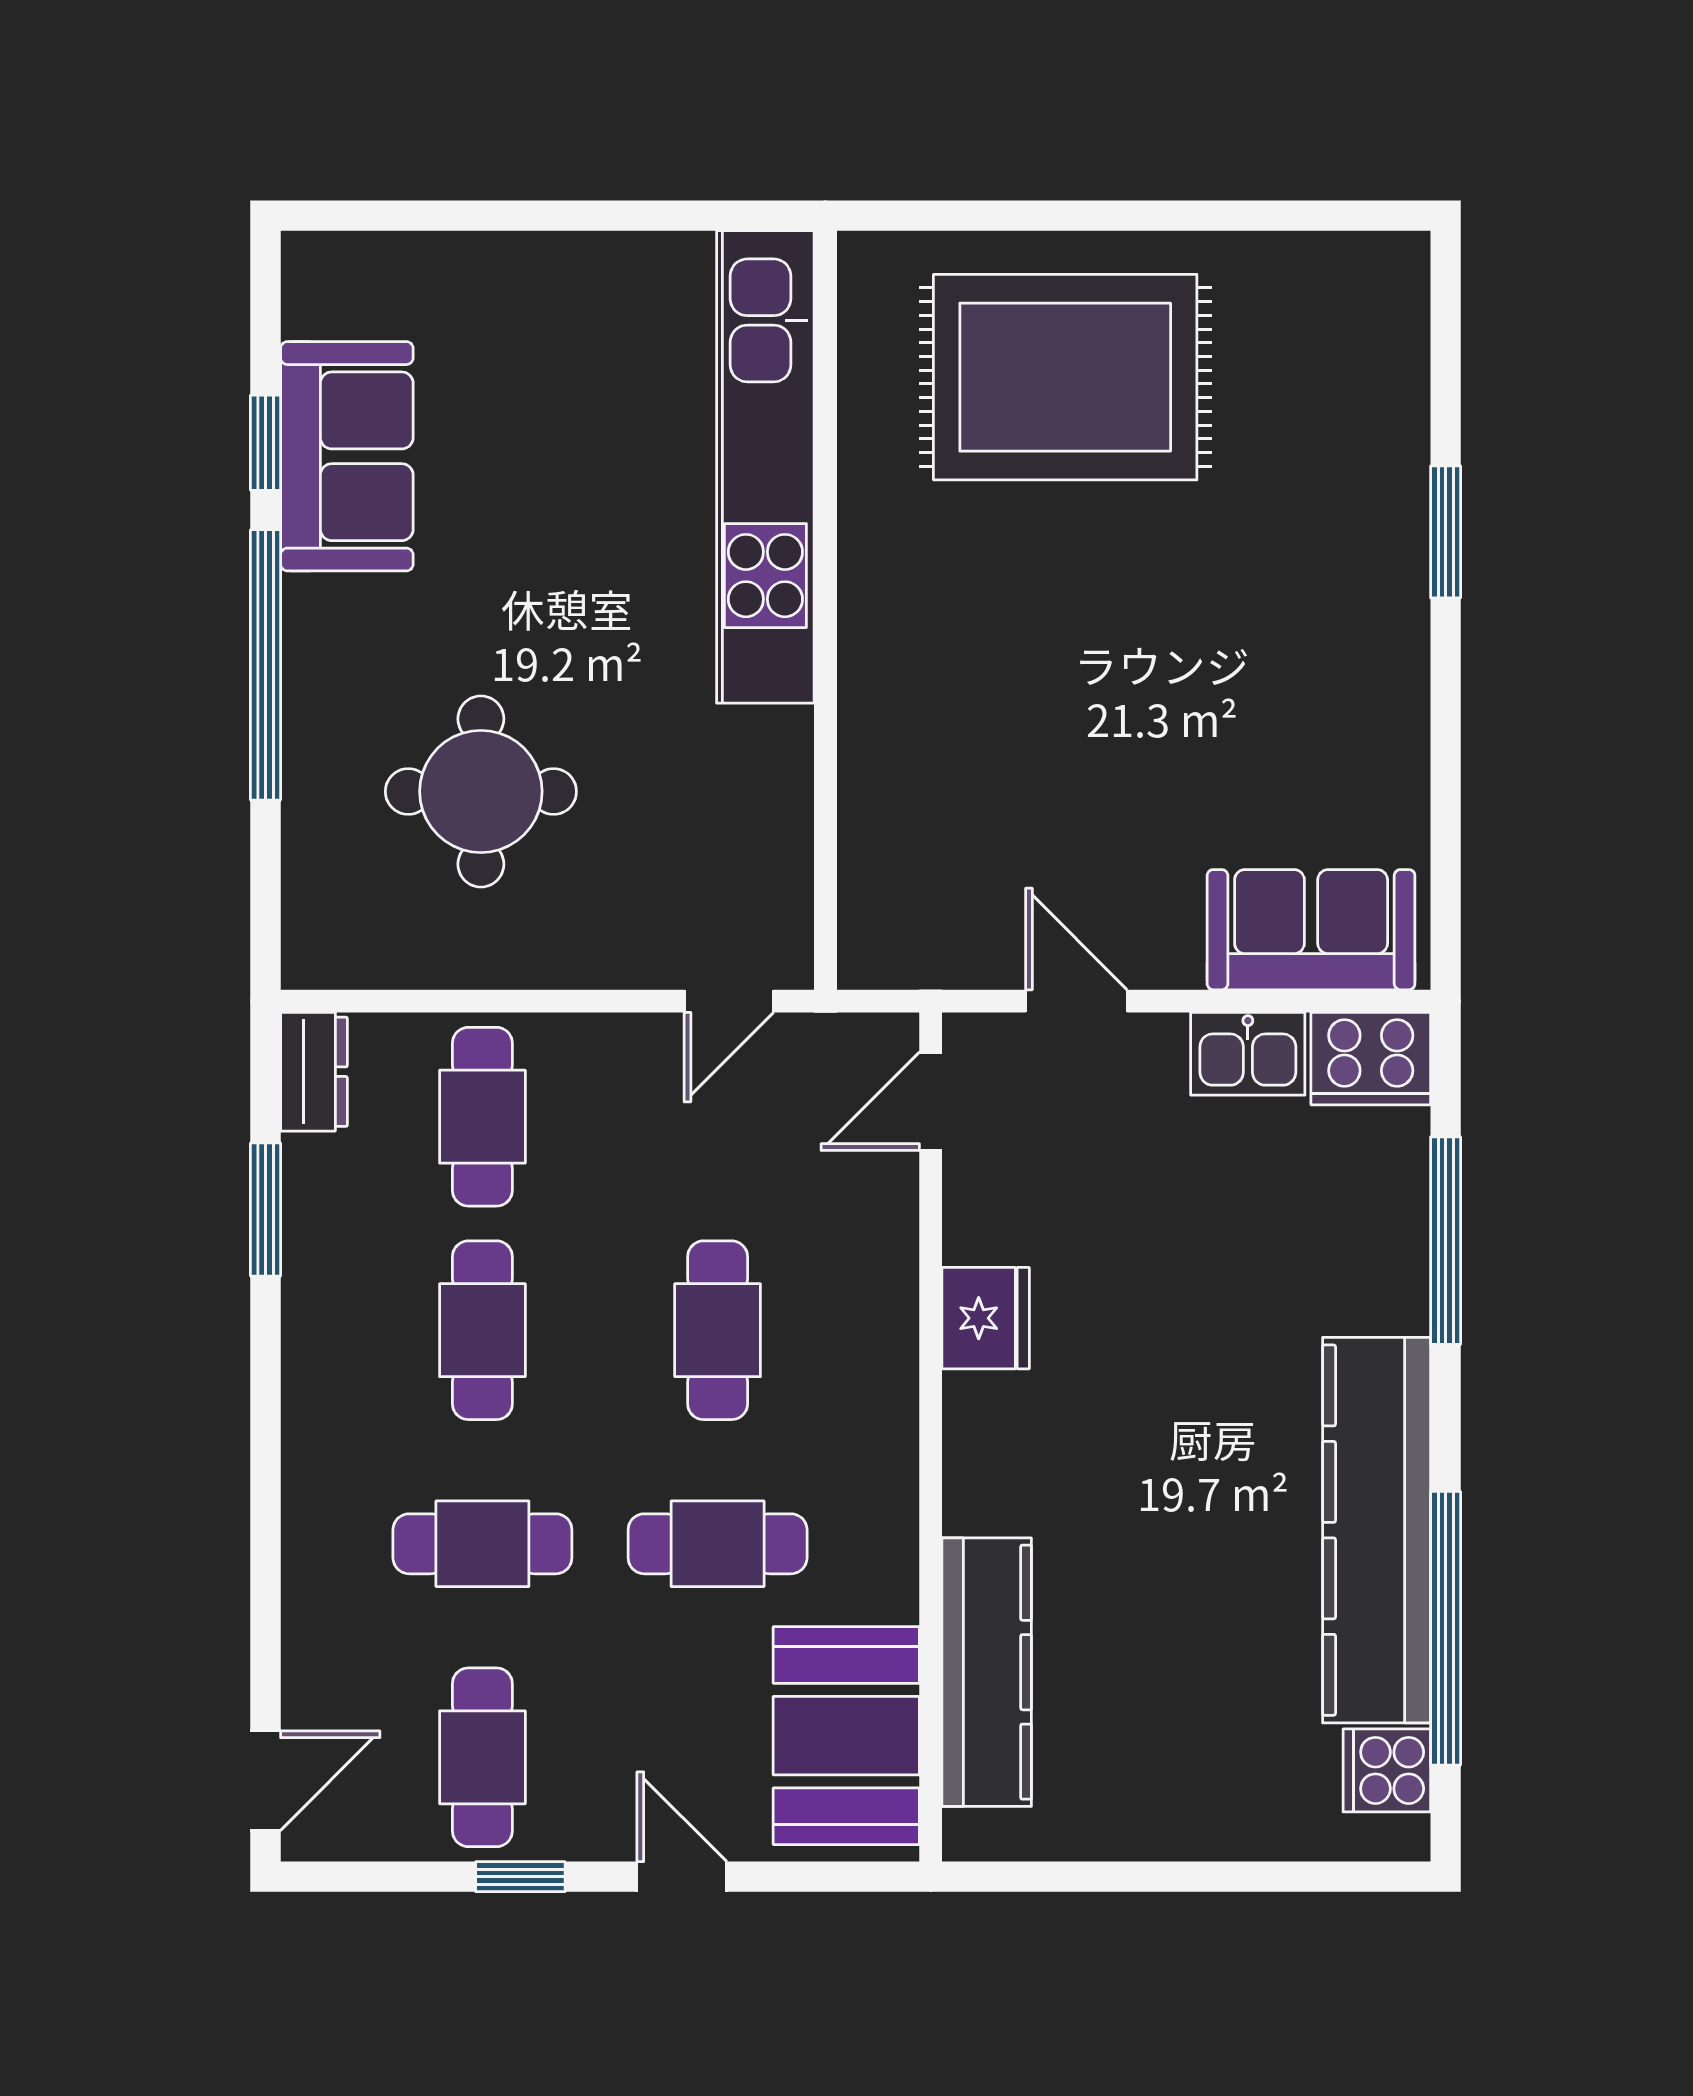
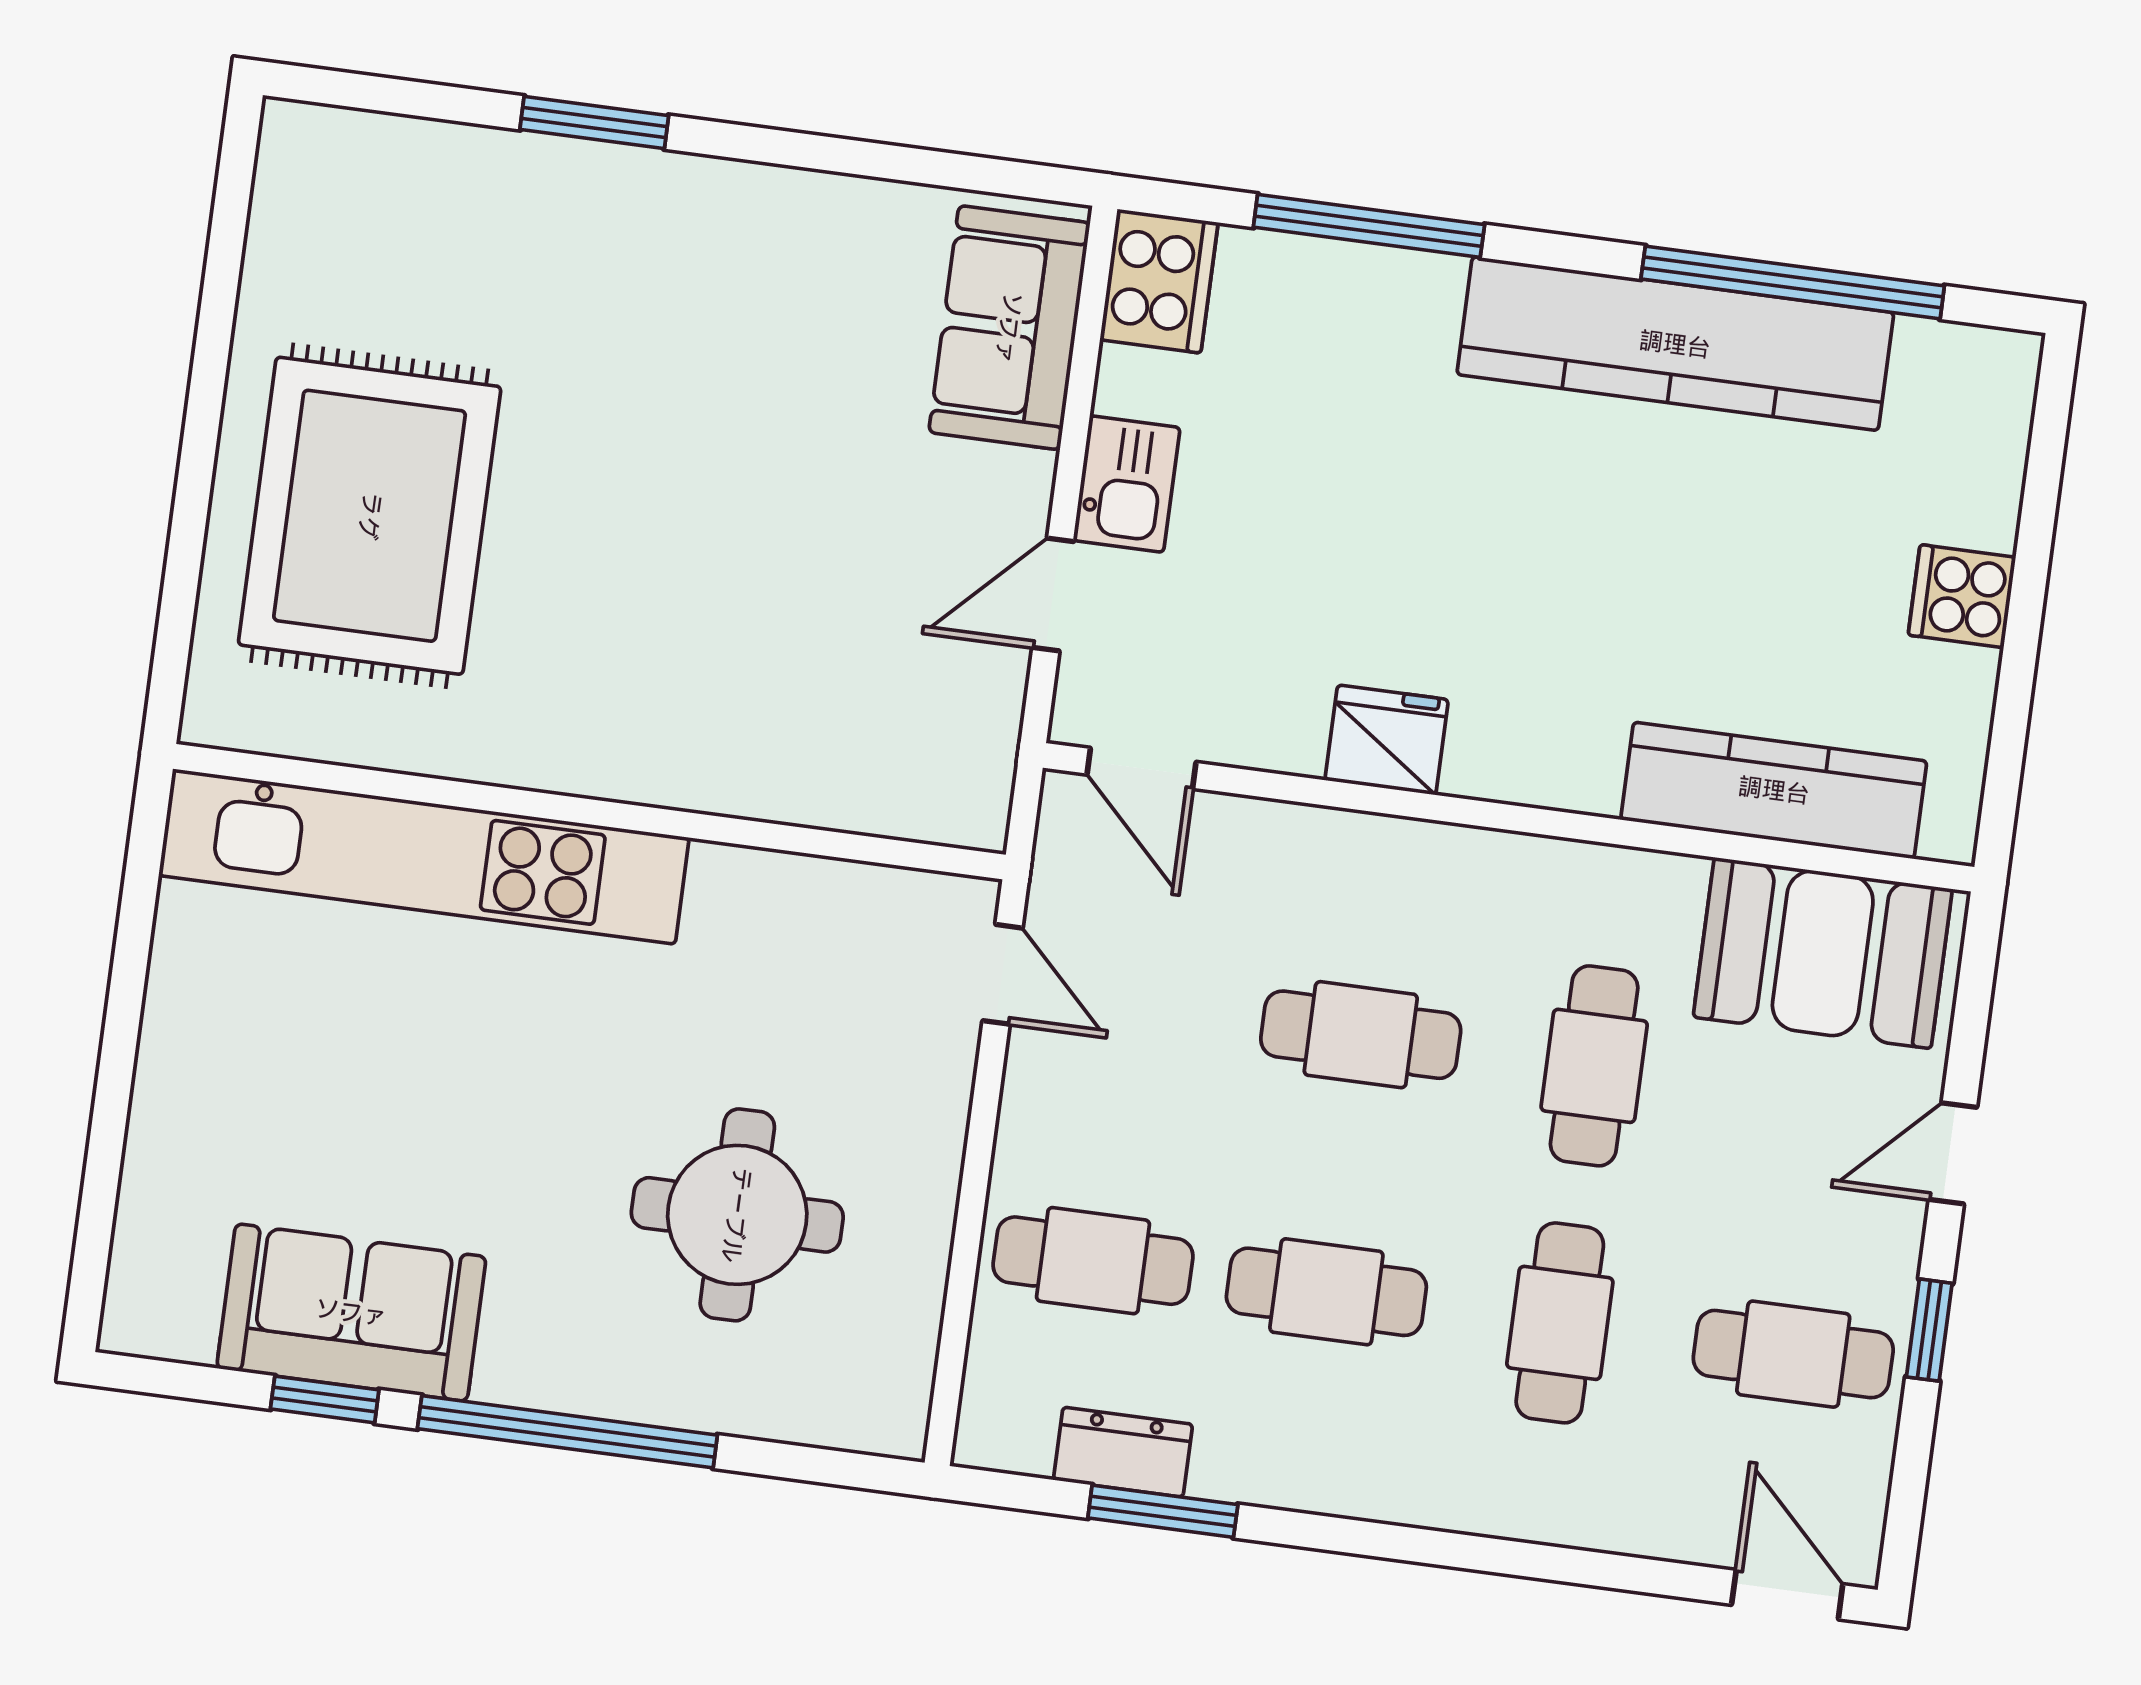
kitchen sink: (1248, 1054) -> (1127, 484), moved
dresser: (314, 1072) -> (1123, 1452), moved
cooker: (1387, 1770) -> (1962, 596), moved, turned 90

